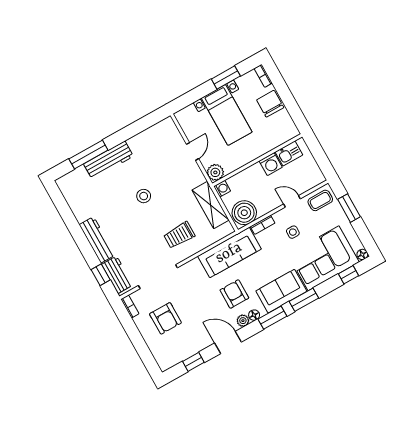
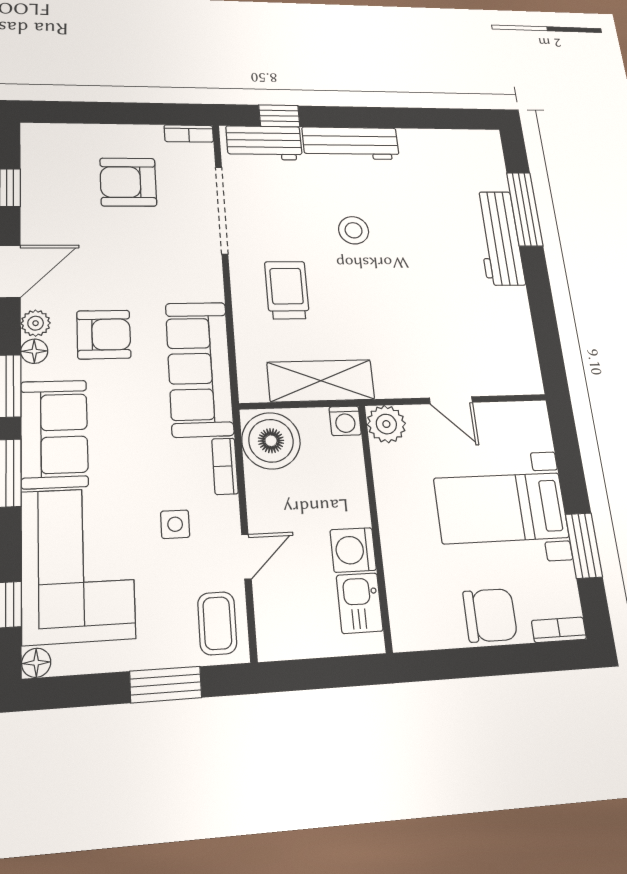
stool: (144, 196) -> (354, 230), moved

